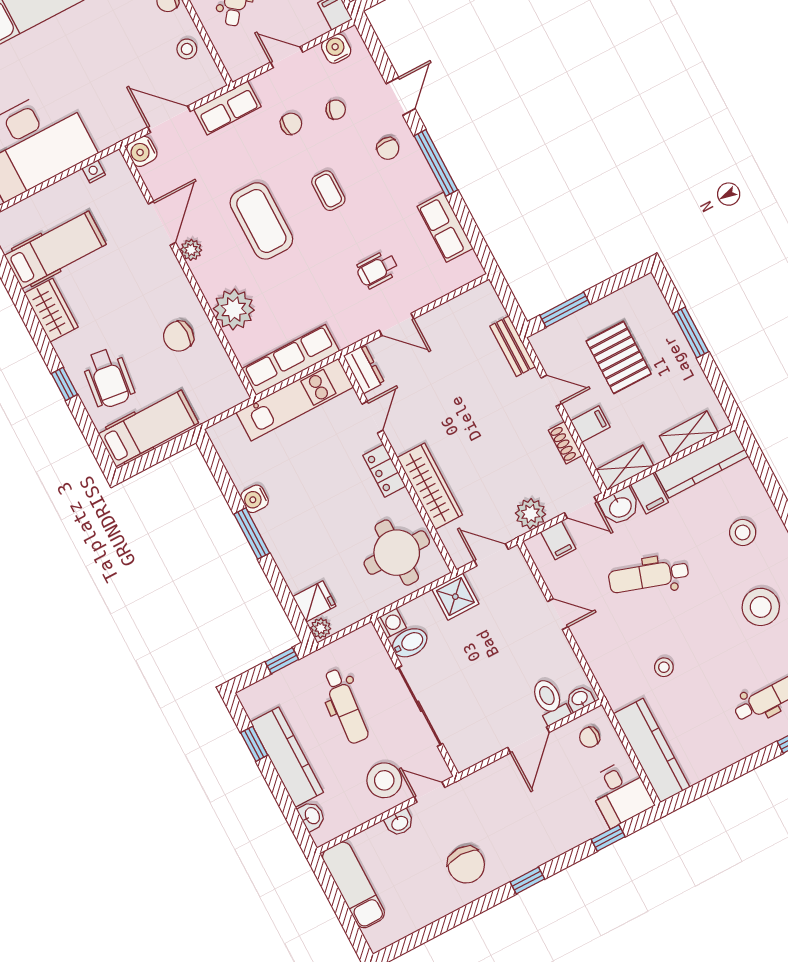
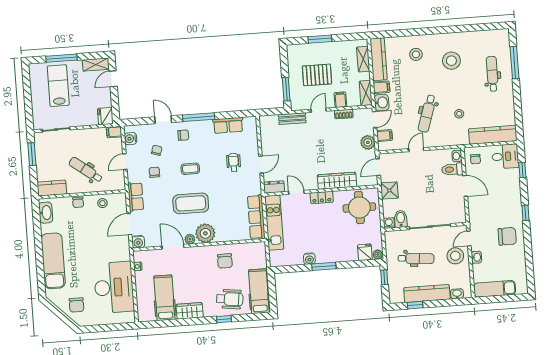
wheelchair: (377, 270) -> (234, 163), turned 180
plant: (234, 309) -> (205, 233), moved
dental chair: (649, 576) -> (427, 113), moved

